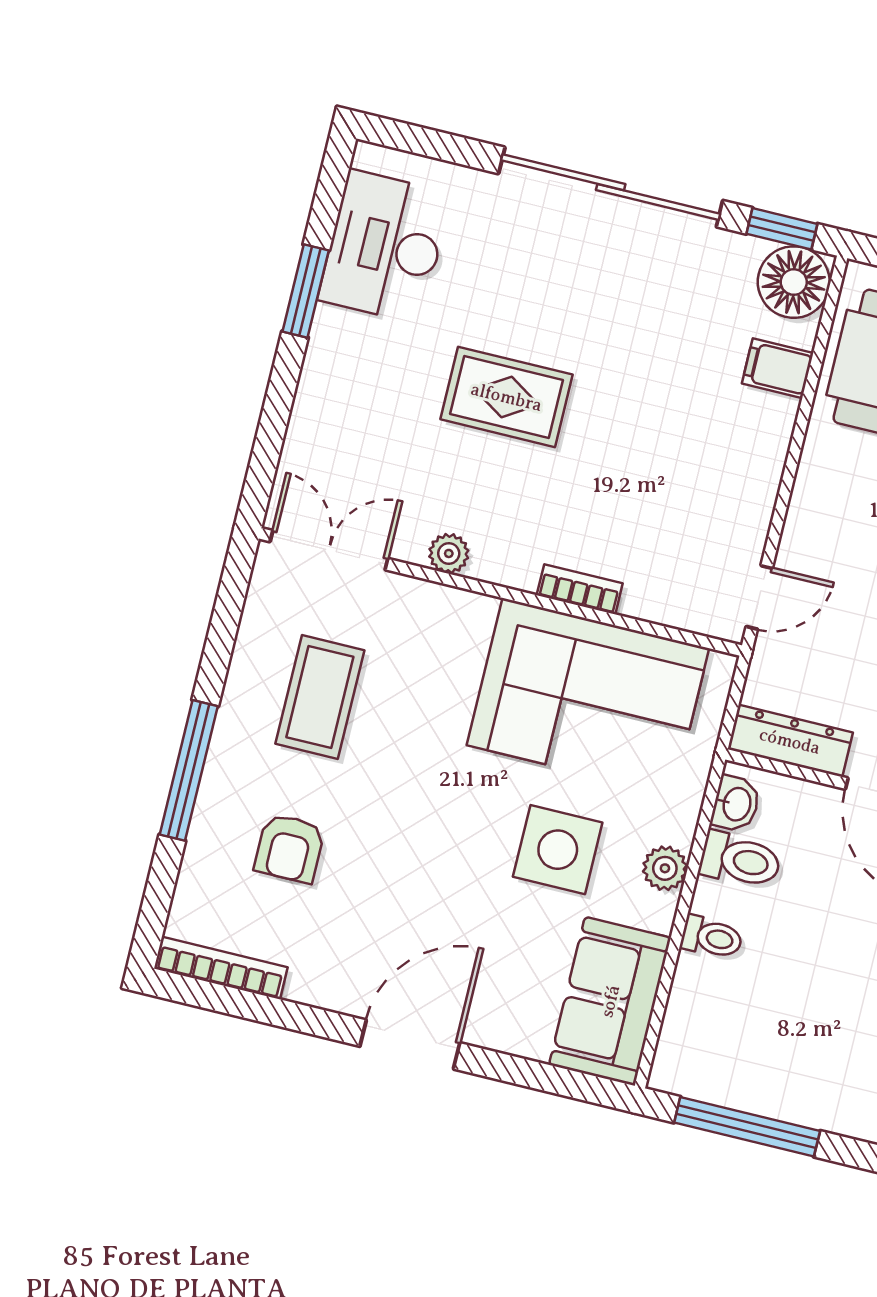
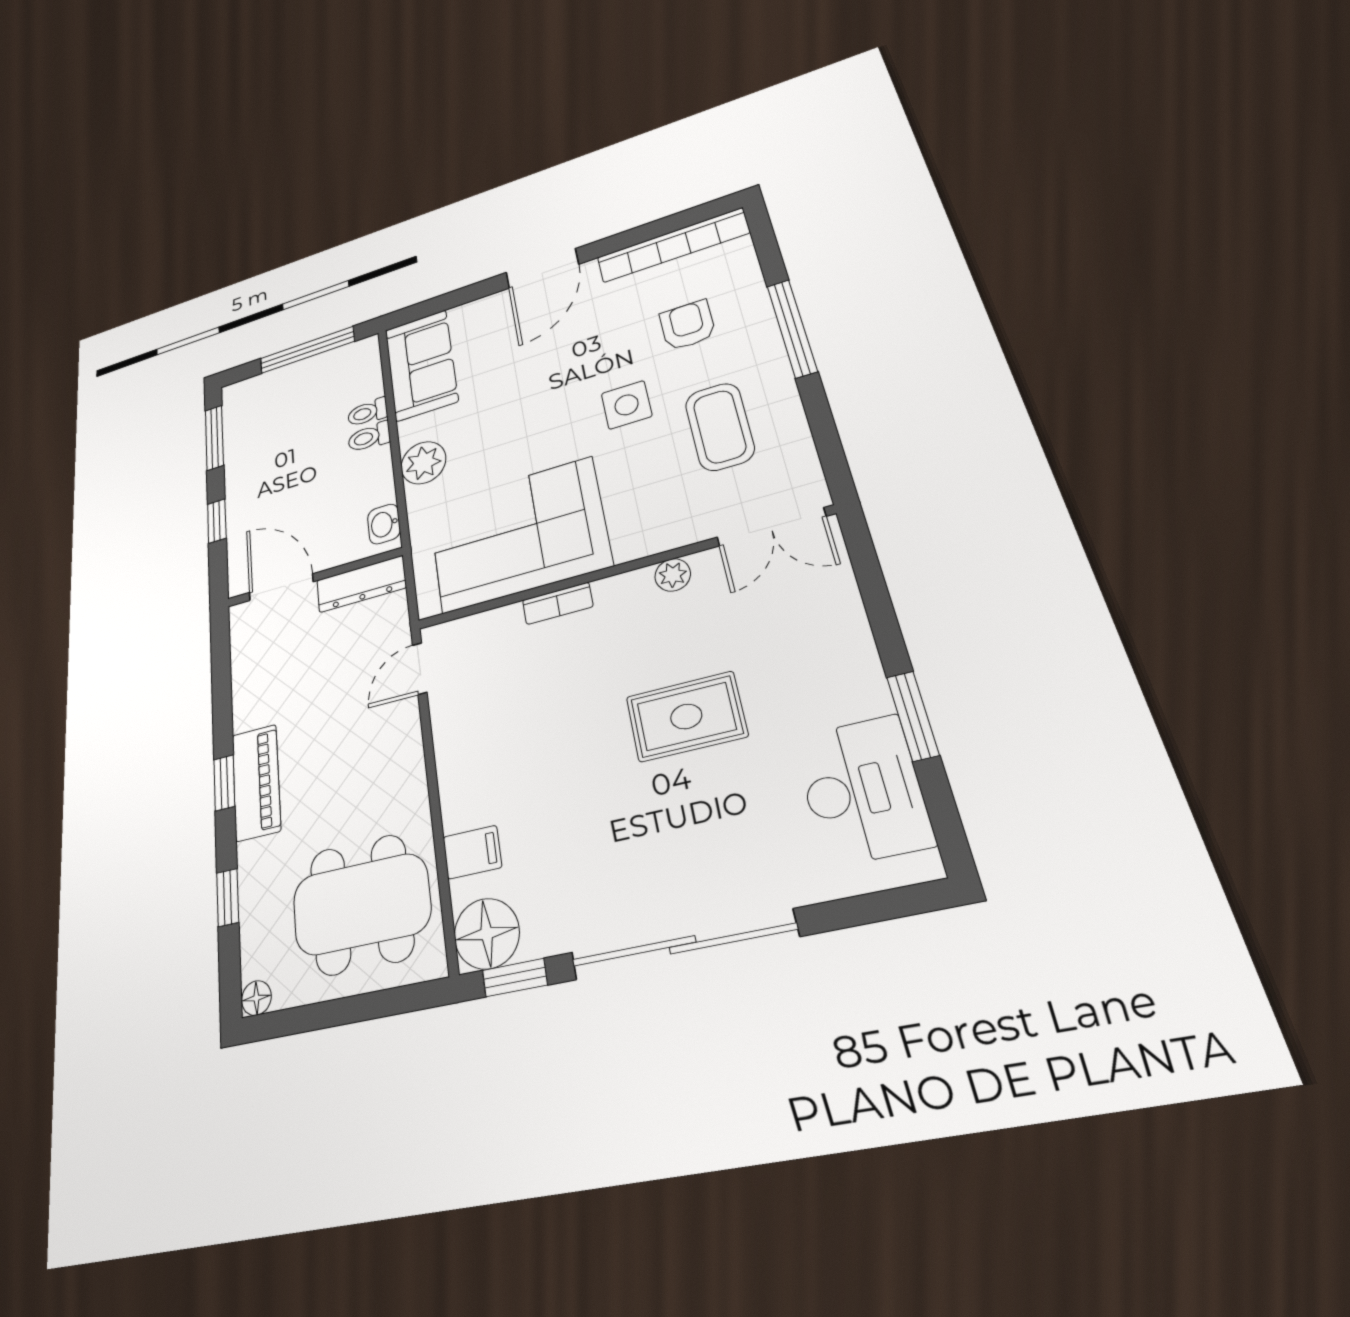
side table: (558, 850) -> (627, 405), moved, width x0.73, depth x0.73
toilet: (740, 860) -> (368, 412), moved, width x0.73, depth x0.72
plant: (665, 868) -> (423, 463), width x1.38, depth x1.38
bookcase: (221, 968) -> (673, 245), width x1.48, depth x1.31

